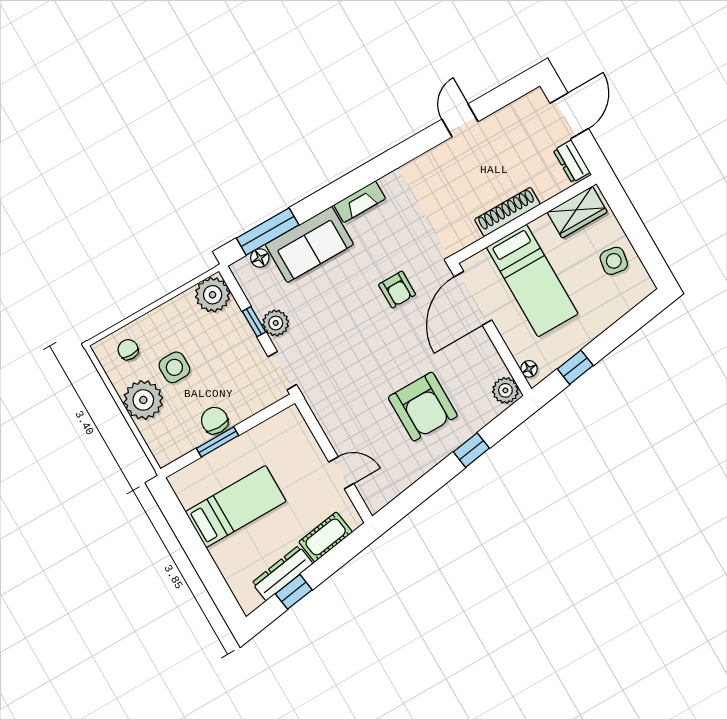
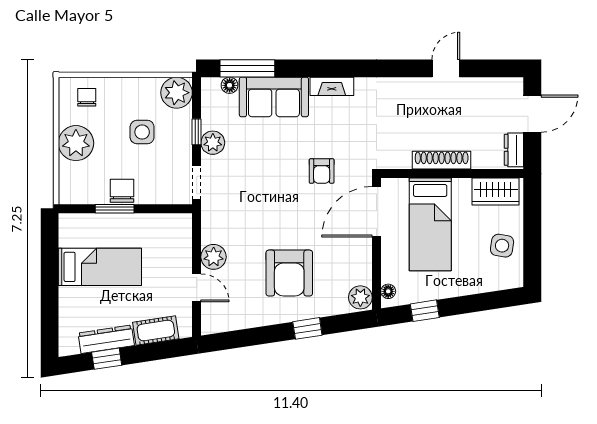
side table: (174, 367) -> (142, 132), moved
plant: (340, 433) -> (214, 257), added

